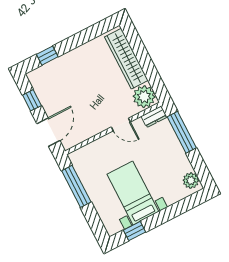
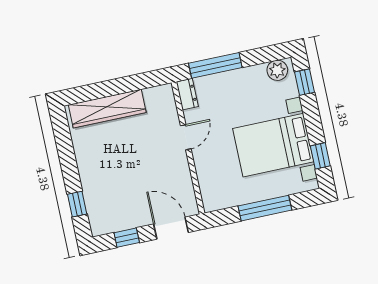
plant: (144, 97) -> (159, 100), removed
window: (76, 186) -> (265, 208), moved
bed with nightstands: (133, 193) -> (273, 145), width x1.36
window: (187, 204) -> (304, 82), added

